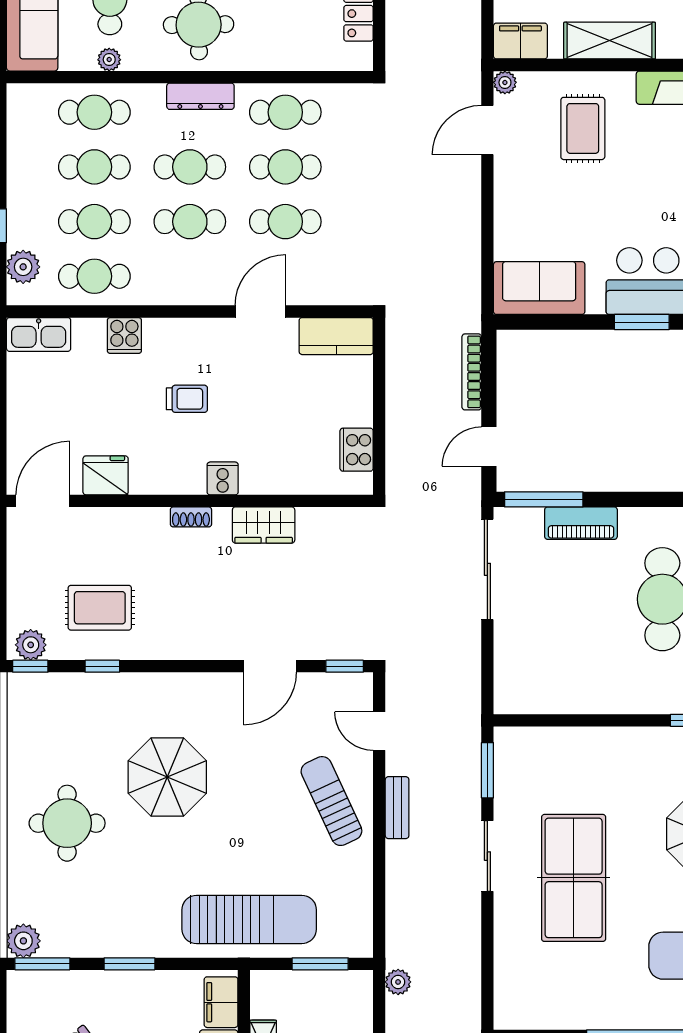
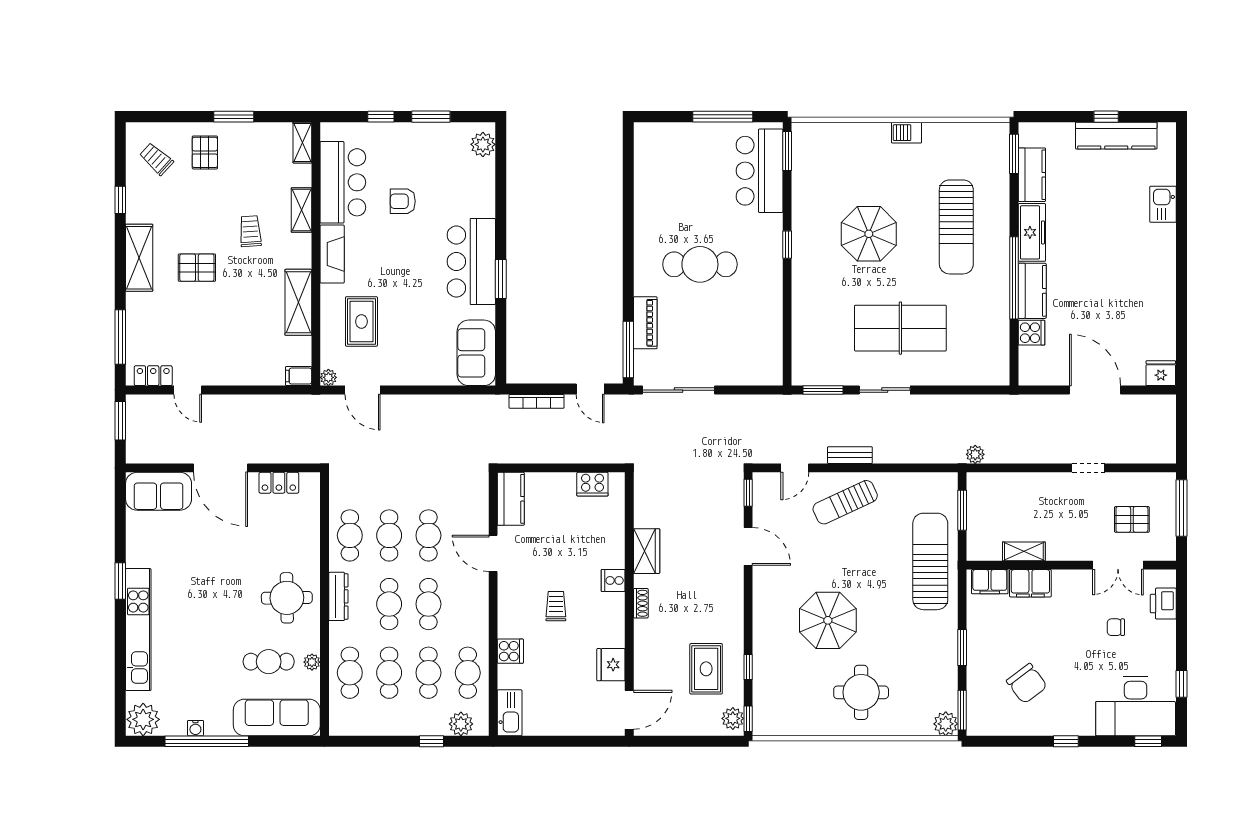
filing cabinet: (520, 41) -> (299, 376), width x0.50
rug: (583, 128) -> (361, 321), turned 90
door: (43, 501) -> (629, 710), swing flipped

